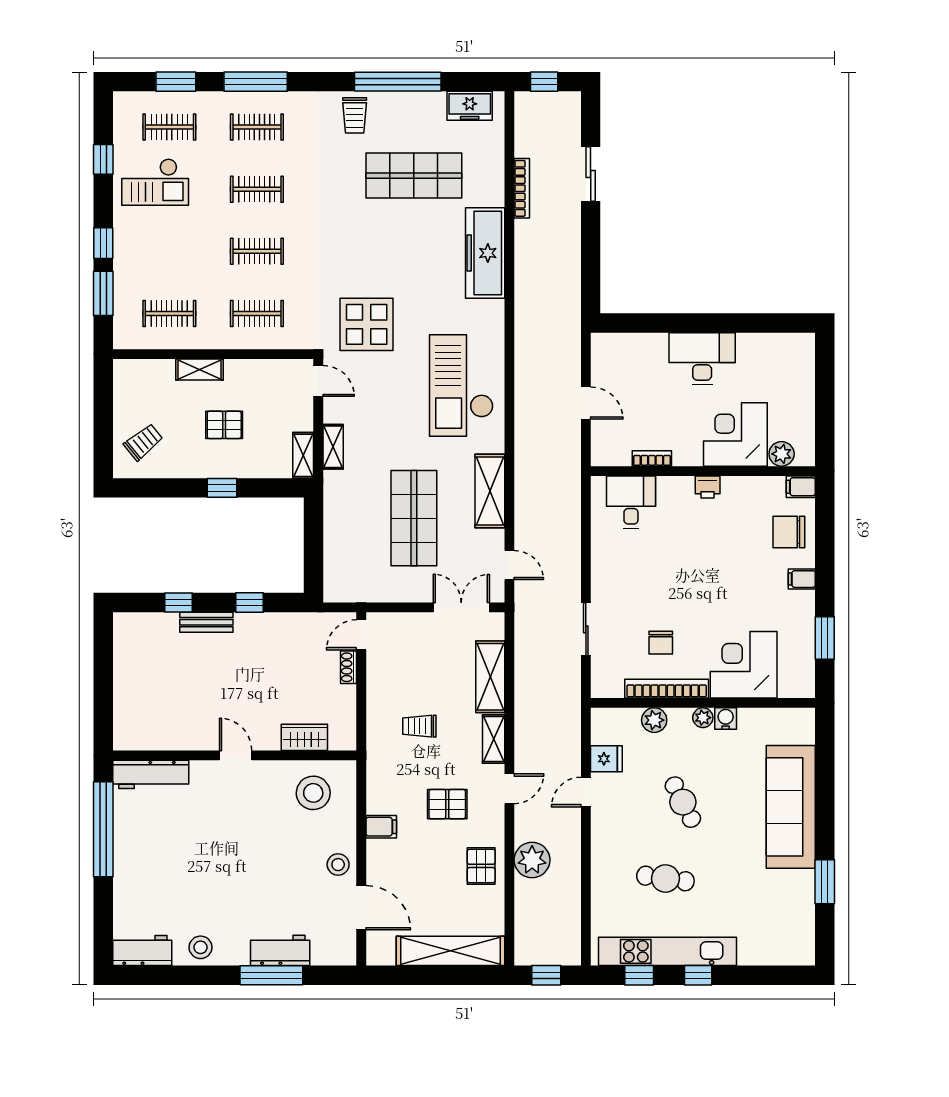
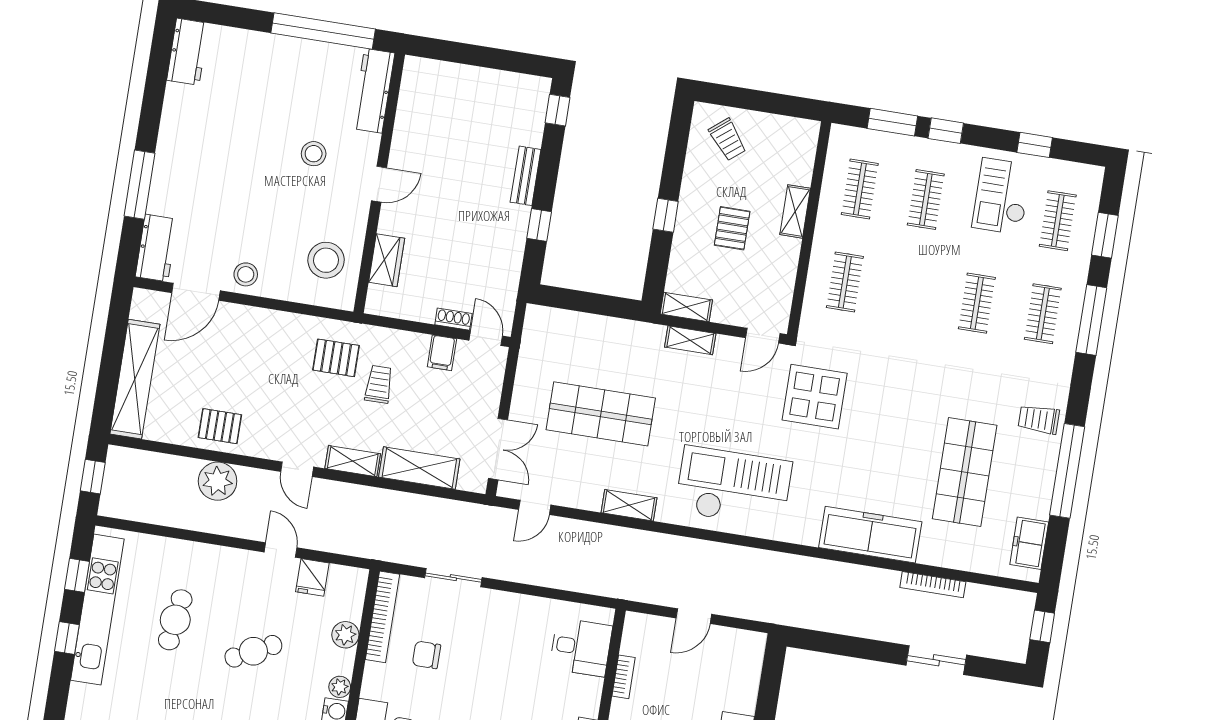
clothes rail: (257, 251) -> (926, 200), moved
shelving: (490, 491) -> (629, 505), width x0.67, depth x0.75
window: (178, 603) -> (557, 110), moved
bookcase: (667, 689) -> (383, 617), moved
pallet: (447, 804) -> (336, 358), moved, turned 90
filing cabinet: (381, 827) -> (442, 353), moved
stool: (201, 947) -> (314, 154), moved
workbench: (280, 950) -> (156, 248), moved

